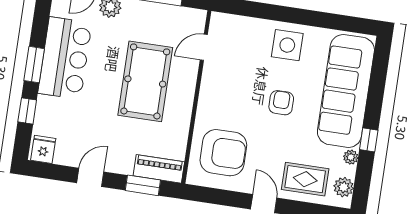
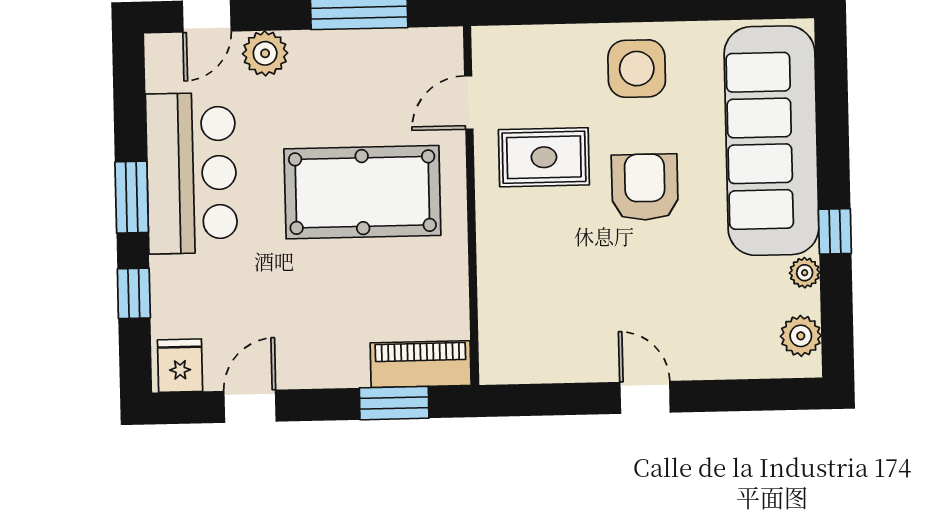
pool table: (145, 81) -> (362, 192), turned 90
armchair: (281, 103) -> (645, 187), width x1.38, depth x1.38
armchair: (223, 153) -> (545, 309), removed
door: (90, 177) -> (250, 406), moved
rug: (305, 179) -> (544, 157), moved

